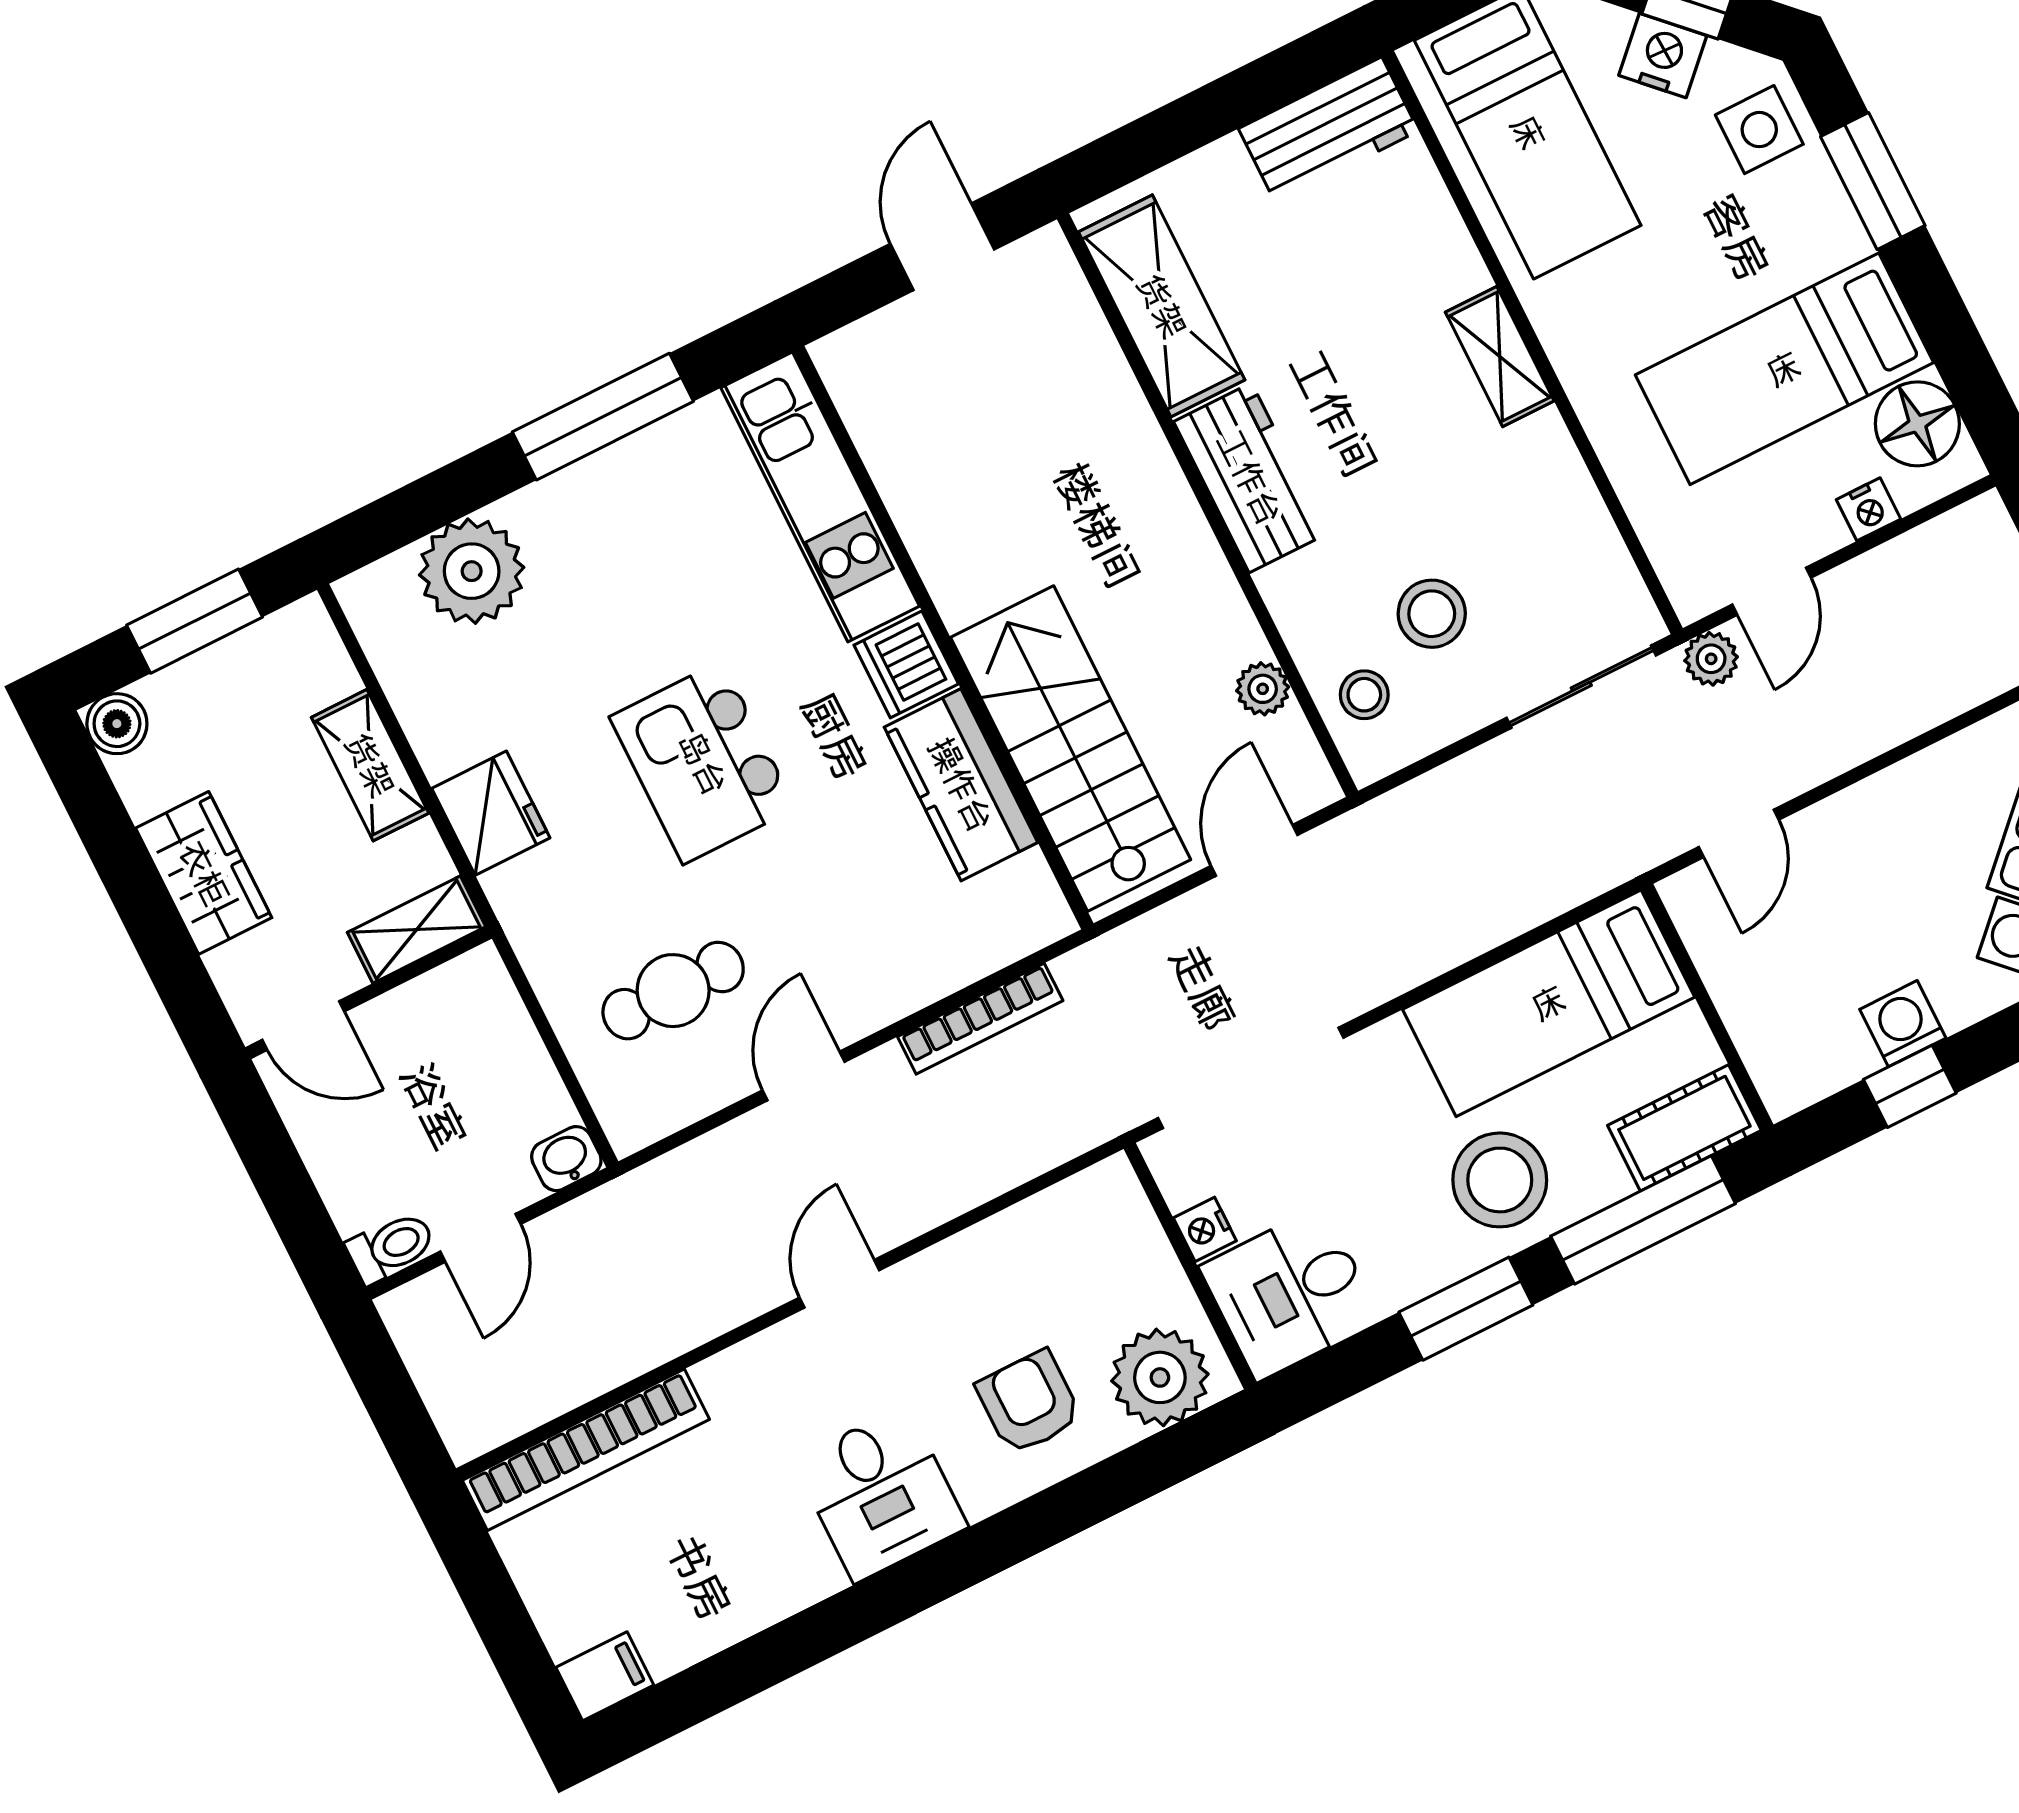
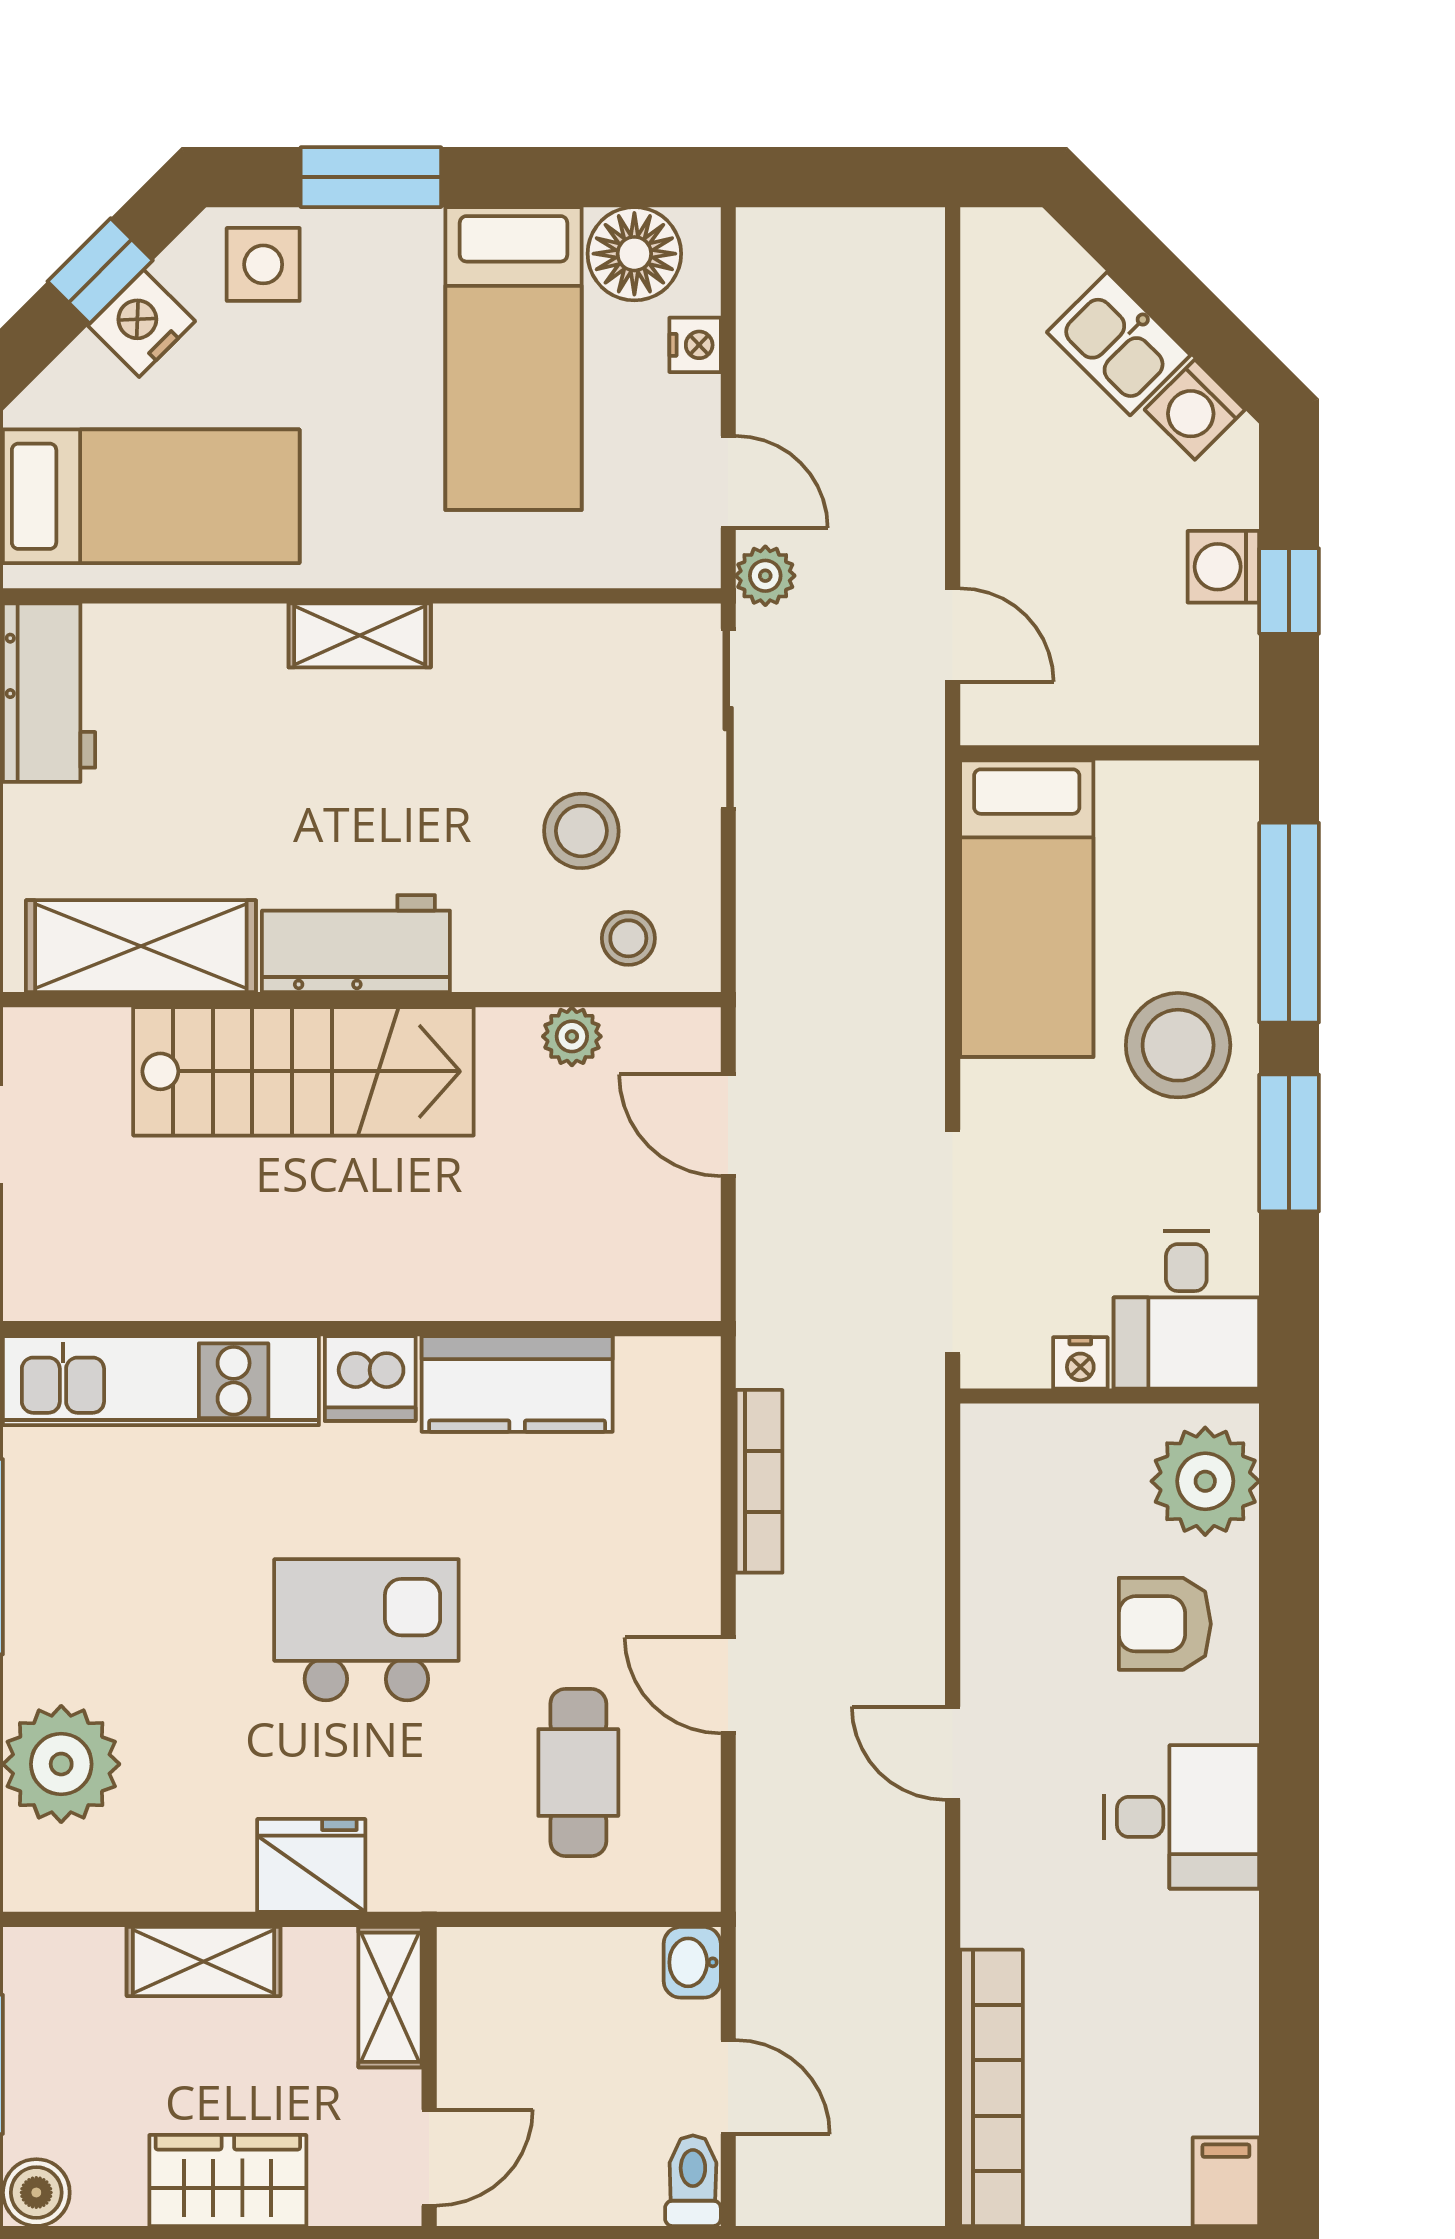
stairs: (1071, 749) -> (303, 1071), moved, turned 180
kitchen island: (703, 763) -> (366, 1630), turned 180
cot: (1684, 1128) -> (1218, 836), removed

